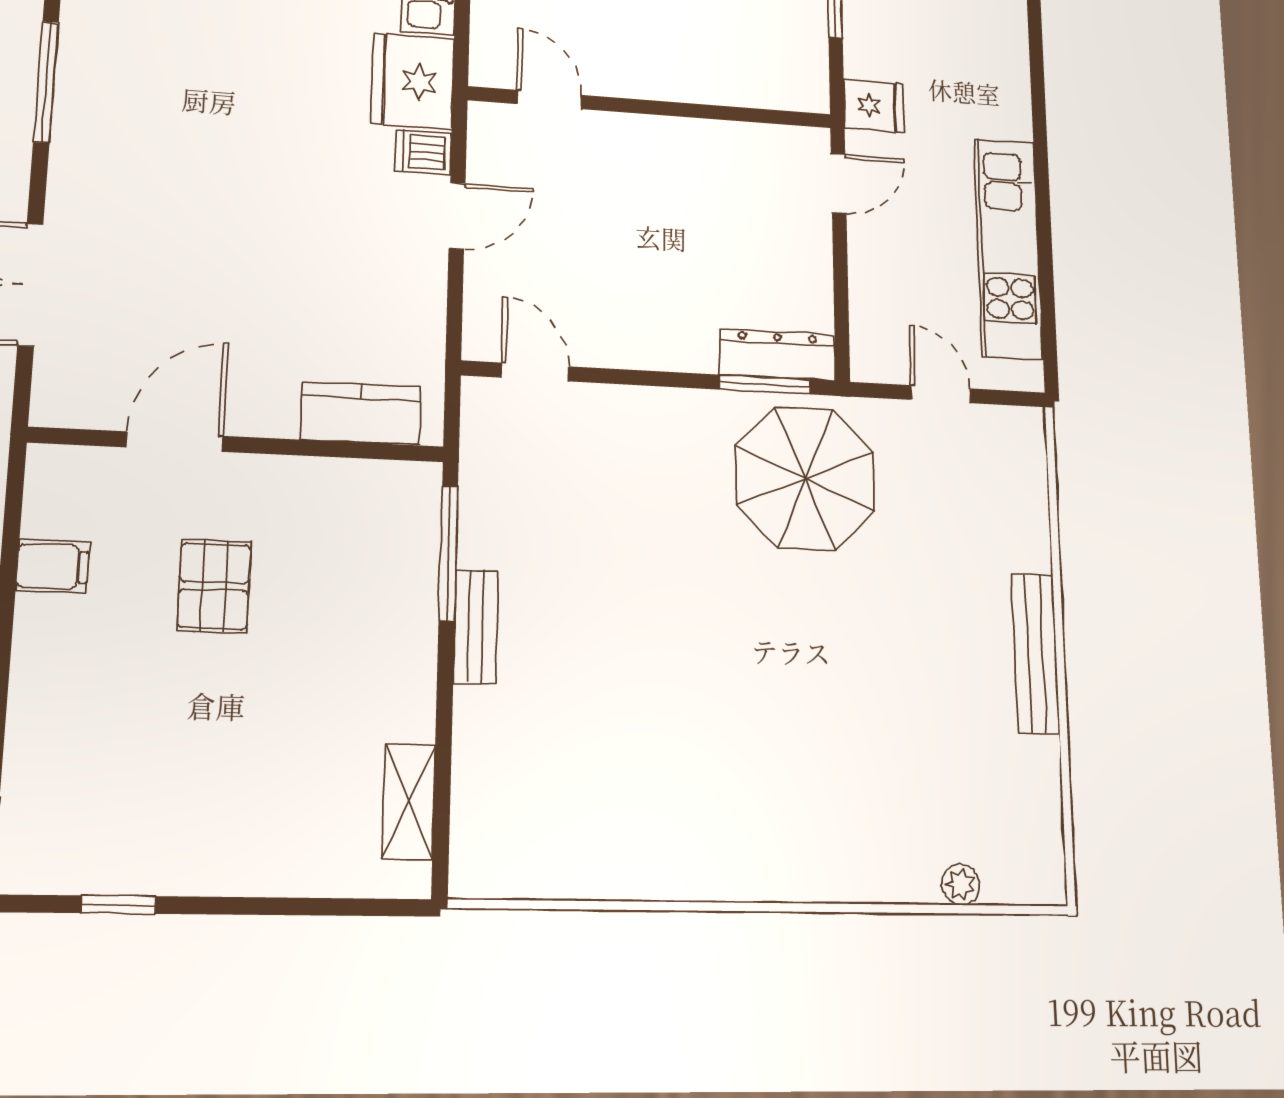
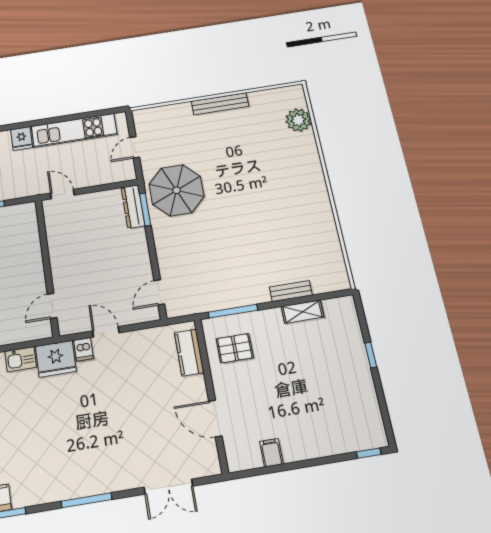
fridge: (874, 106) -> (22, 138), moved, turned 180
pallet: (214, 586) -> (235, 348), moved
bench: (476, 626) -> (291, 291), moved
shelving: (409, 802) -> (302, 312), moved
plant: (961, 885) -> (298, 120), width x1.87, depth x1.87
window: (119, 905) -> (371, 355), moved

